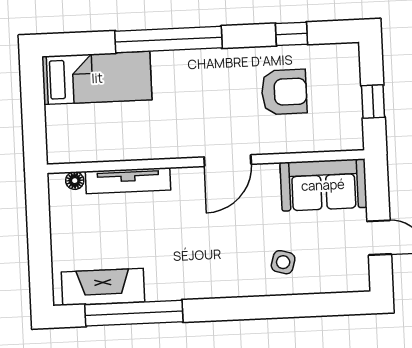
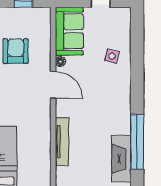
floor lamp: (75, 181) -> (60, 62), moved

